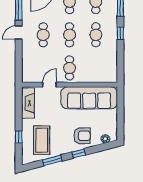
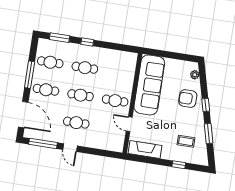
armchair: (82, 136) -> (188, 99), turned -90
coffee table: (42, 140) -> (186, 141), width x0.54, depth x0.58

